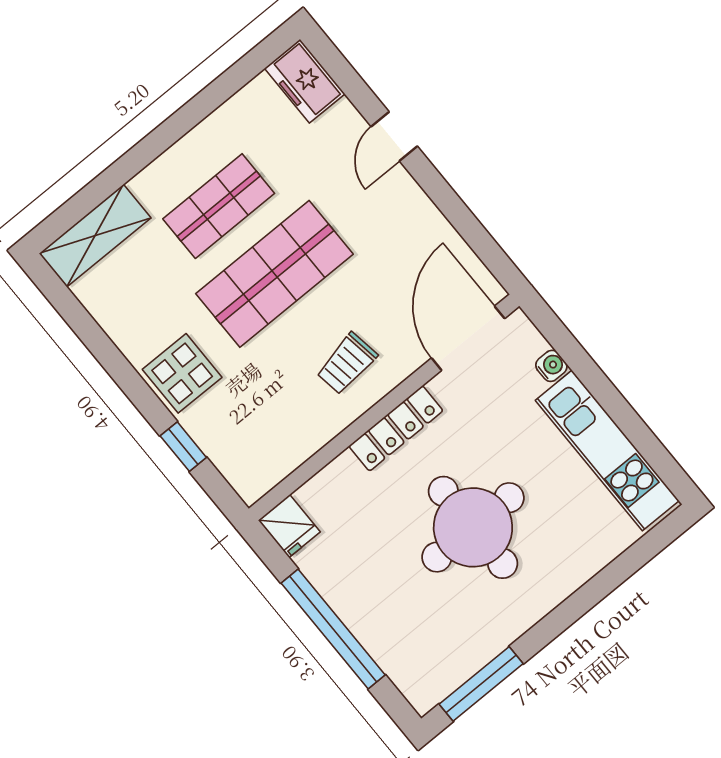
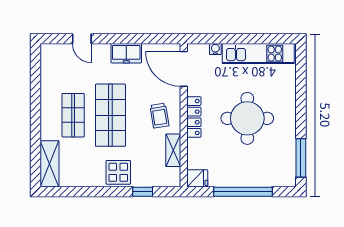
freezer: (305, 81) -> (126, 53), moved
door: (394, 136) -> (82, 39), moved
shelving: (304, 441) -> (173, 150), added

